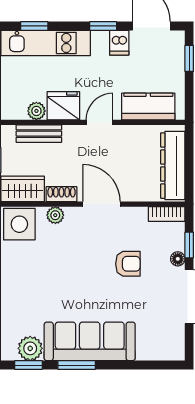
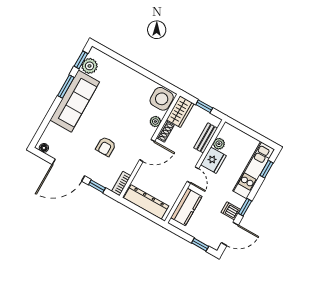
floor lamp: (178, 259) -> (44, 148), moved

